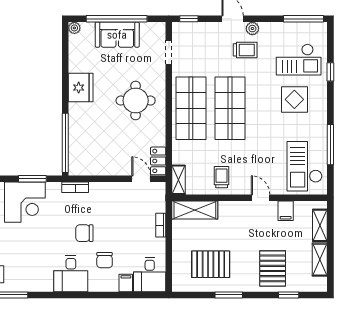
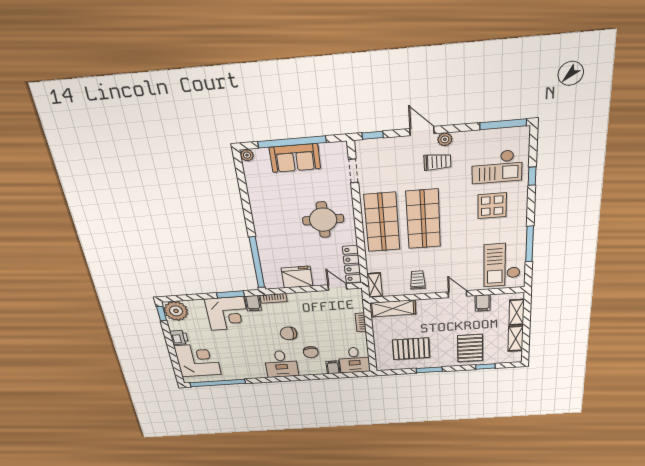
fridge: (81, 88) -> (297, 277), moved, turned -90
locker: (158, 161) -> (352, 264), width x1.53
filing cabinet: (54, 192) -> (253, 303), added

